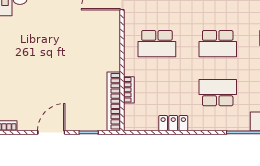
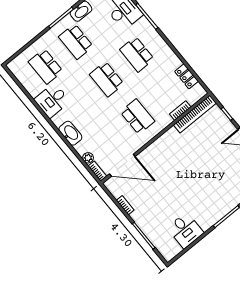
school desk: (218, 44) -> (107, 79), turned 180
locker: (173, 123) -> (187, 76), moved

